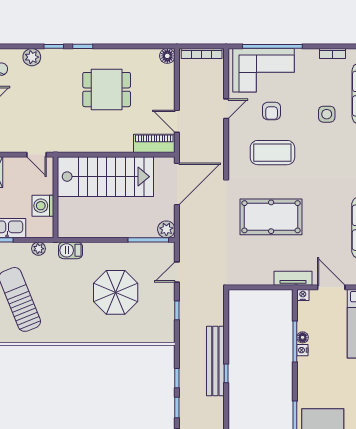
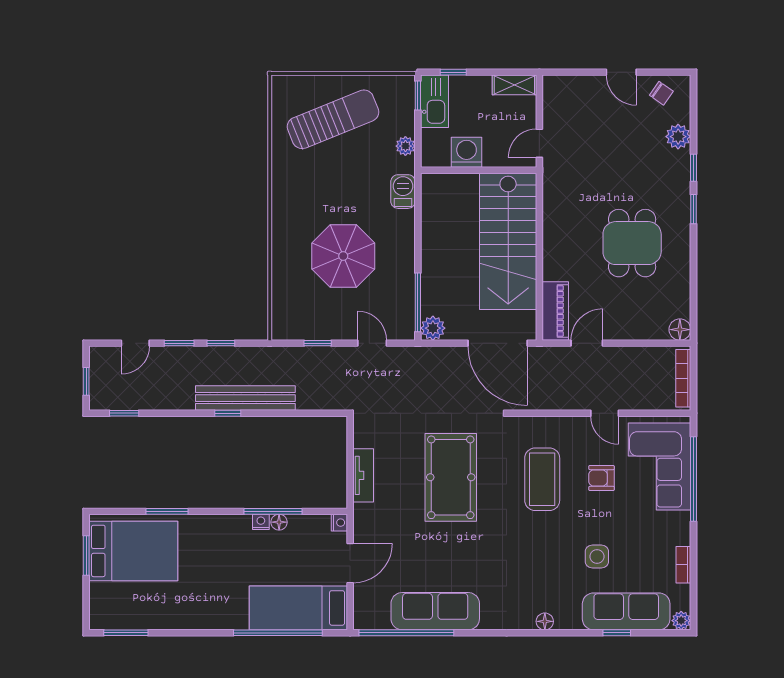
tv unit: (293, 278) -> (363, 475), moved

